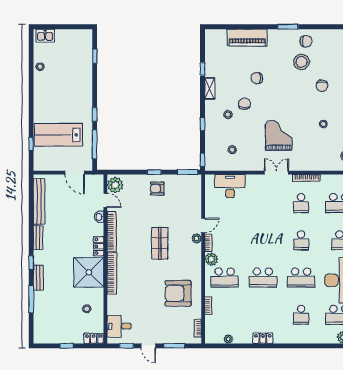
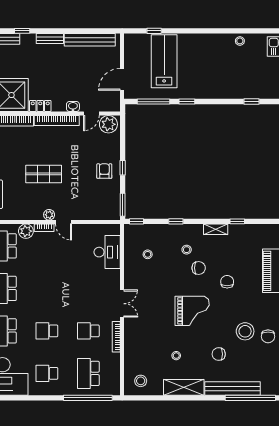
grand piano: (279, 135) -> (192, 311), moved

